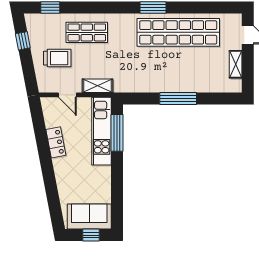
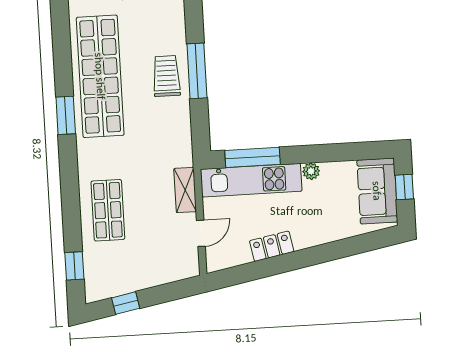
trolley: (57, 58) -> (166, 76), moved
plant: (105, 172) -> (311, 171), added

